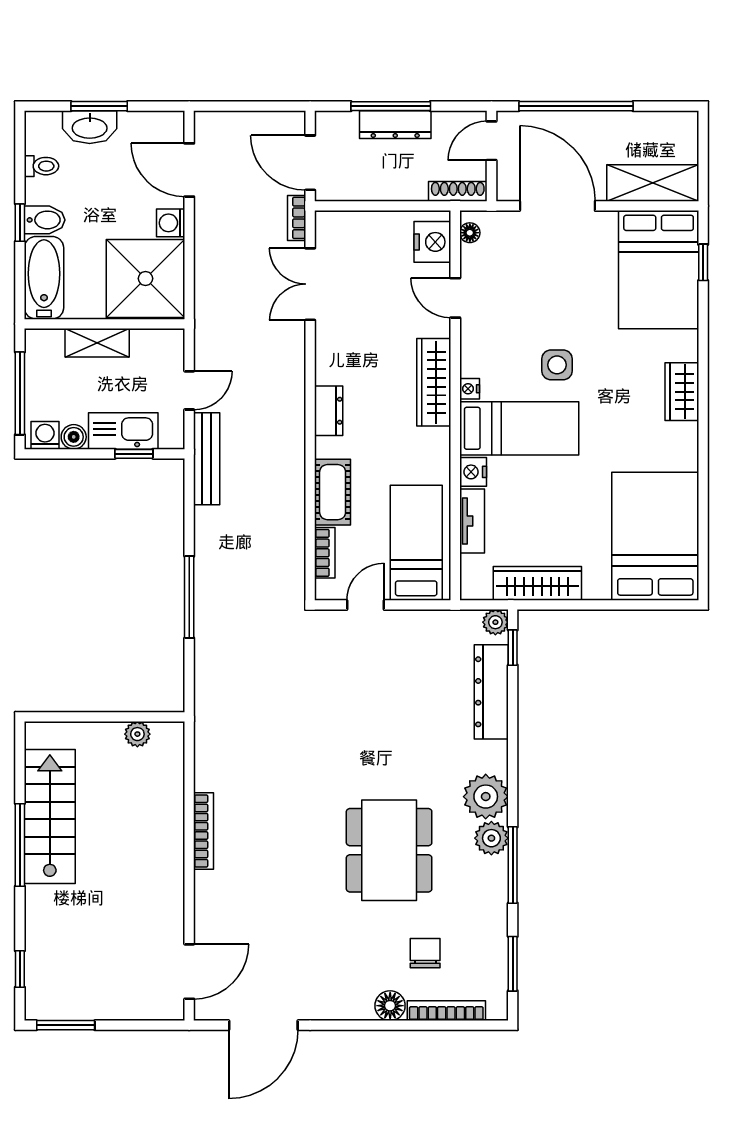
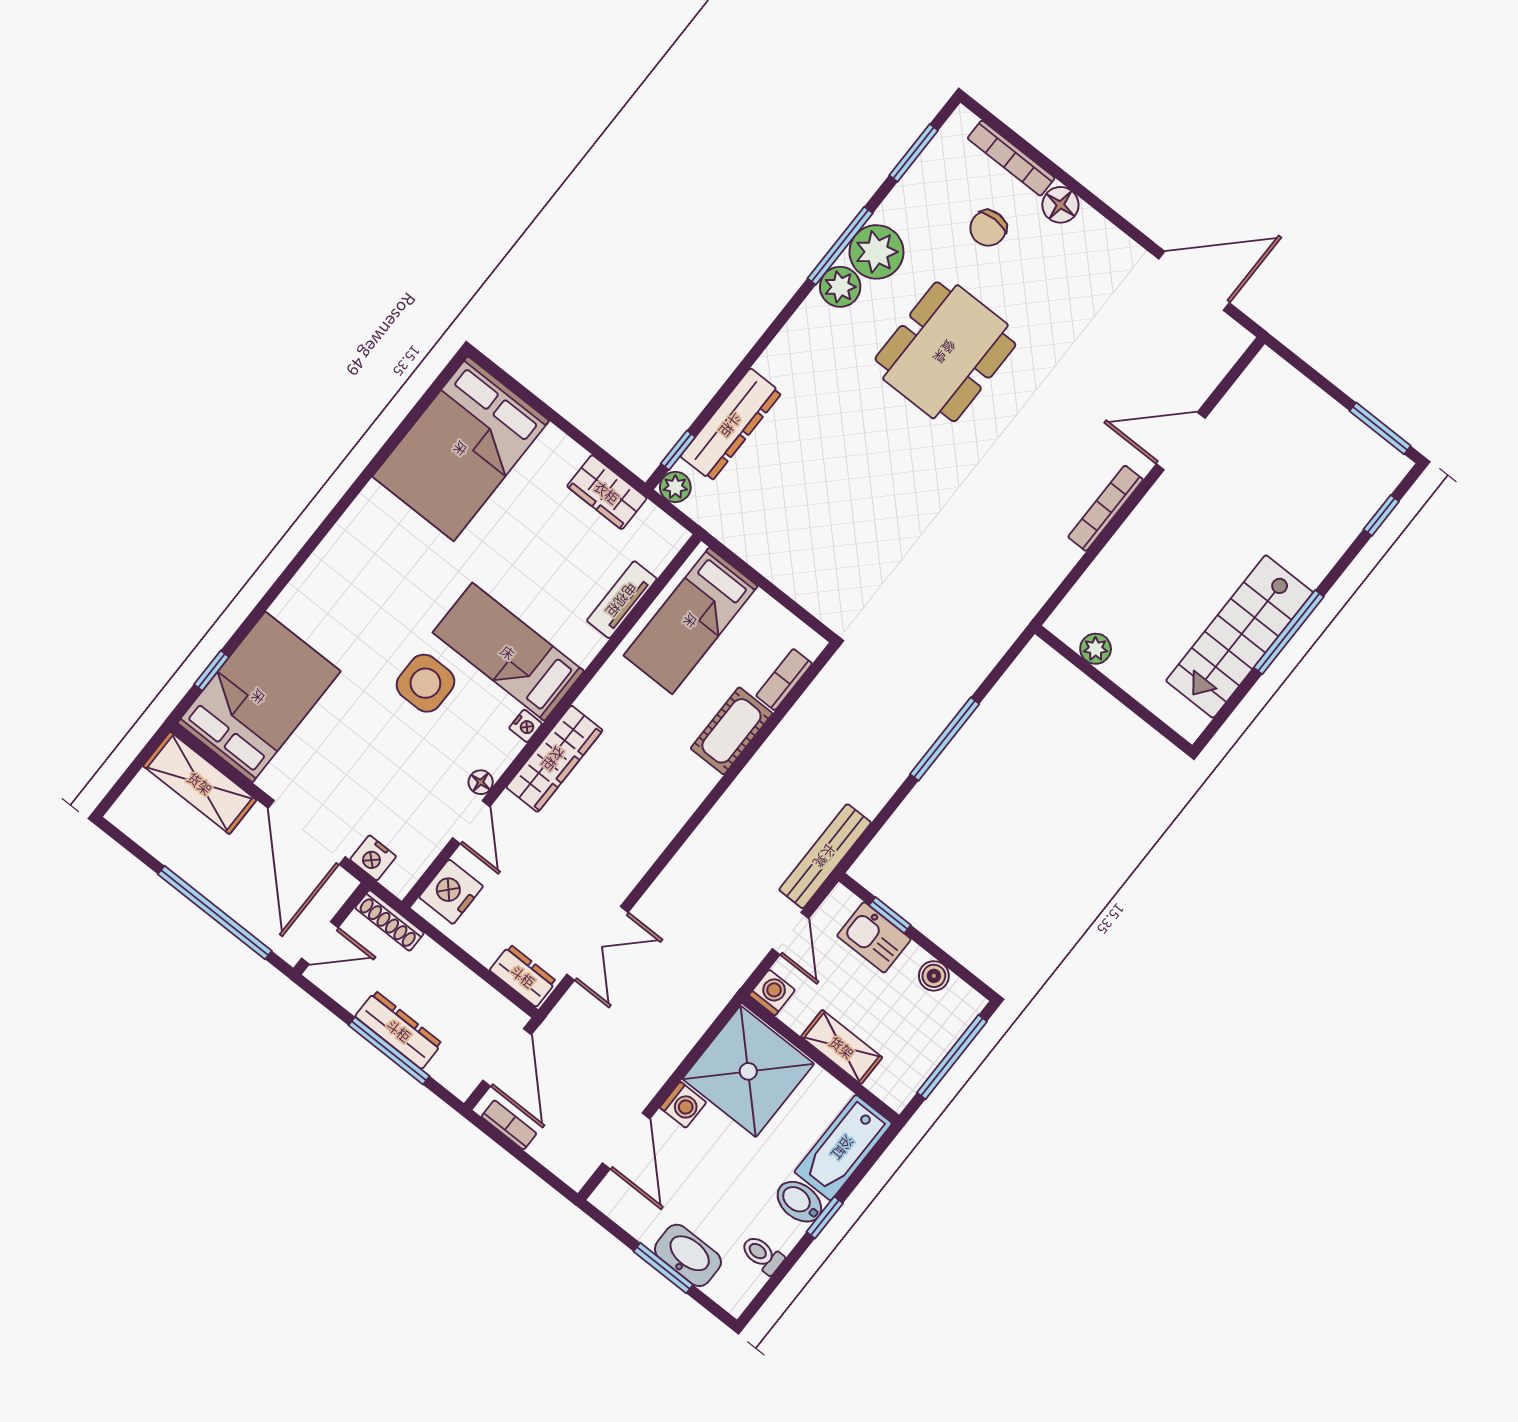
bookcase: (297, 218) -> (509, 1125), moved, turned -90
floor lamp: (470, 233) -> (481, 782), moved
side table: (557, 365) -> (425, 683), width x1.37, depth x1.37
door: (189, 390) -> (790, 934), swing flipped
wardrobe: (682, 392) -> (328, 565), removed
dresser: (329, 411) -> (523, 976), moved, turned 90
kitchen sink: (123, 431) -> (874, 937), width x0.73
washing machine: (45, 435) -> (772, 993), moved, turned 180
nightstand: (473, 472) -> (373, 858), moved, turned 90
wardrobe: (537, 583) -> (607, 492), width x0.67
door: (365, 605) -> (785, 600), removed
plant: (486, 797) -> (876, 252), moved
door: (189, 972) -> (1181, 441), moved

